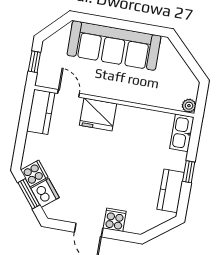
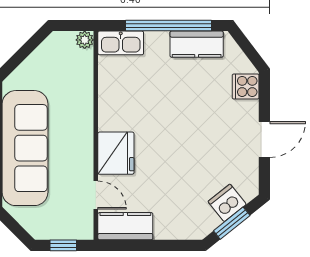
door: (69, 93) -> (96, 195), swing flipped
window: (189, 172) -> (168, 26), width x3.17
cooker: (34, 173) -> (205, 221), removed
cooker: (115, 220) -> (246, 86), moved

